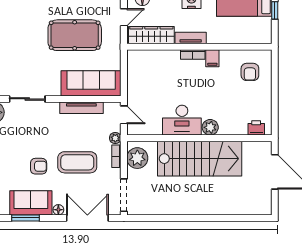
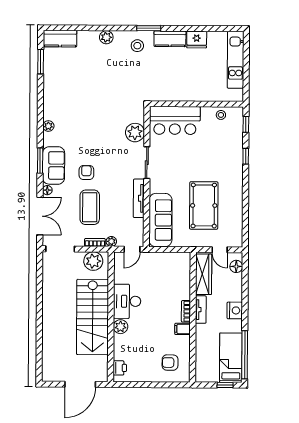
tv unit: (81, 108) -> (139, 198), moved
armchair: (39, 166) -> (86, 173), turned 180

